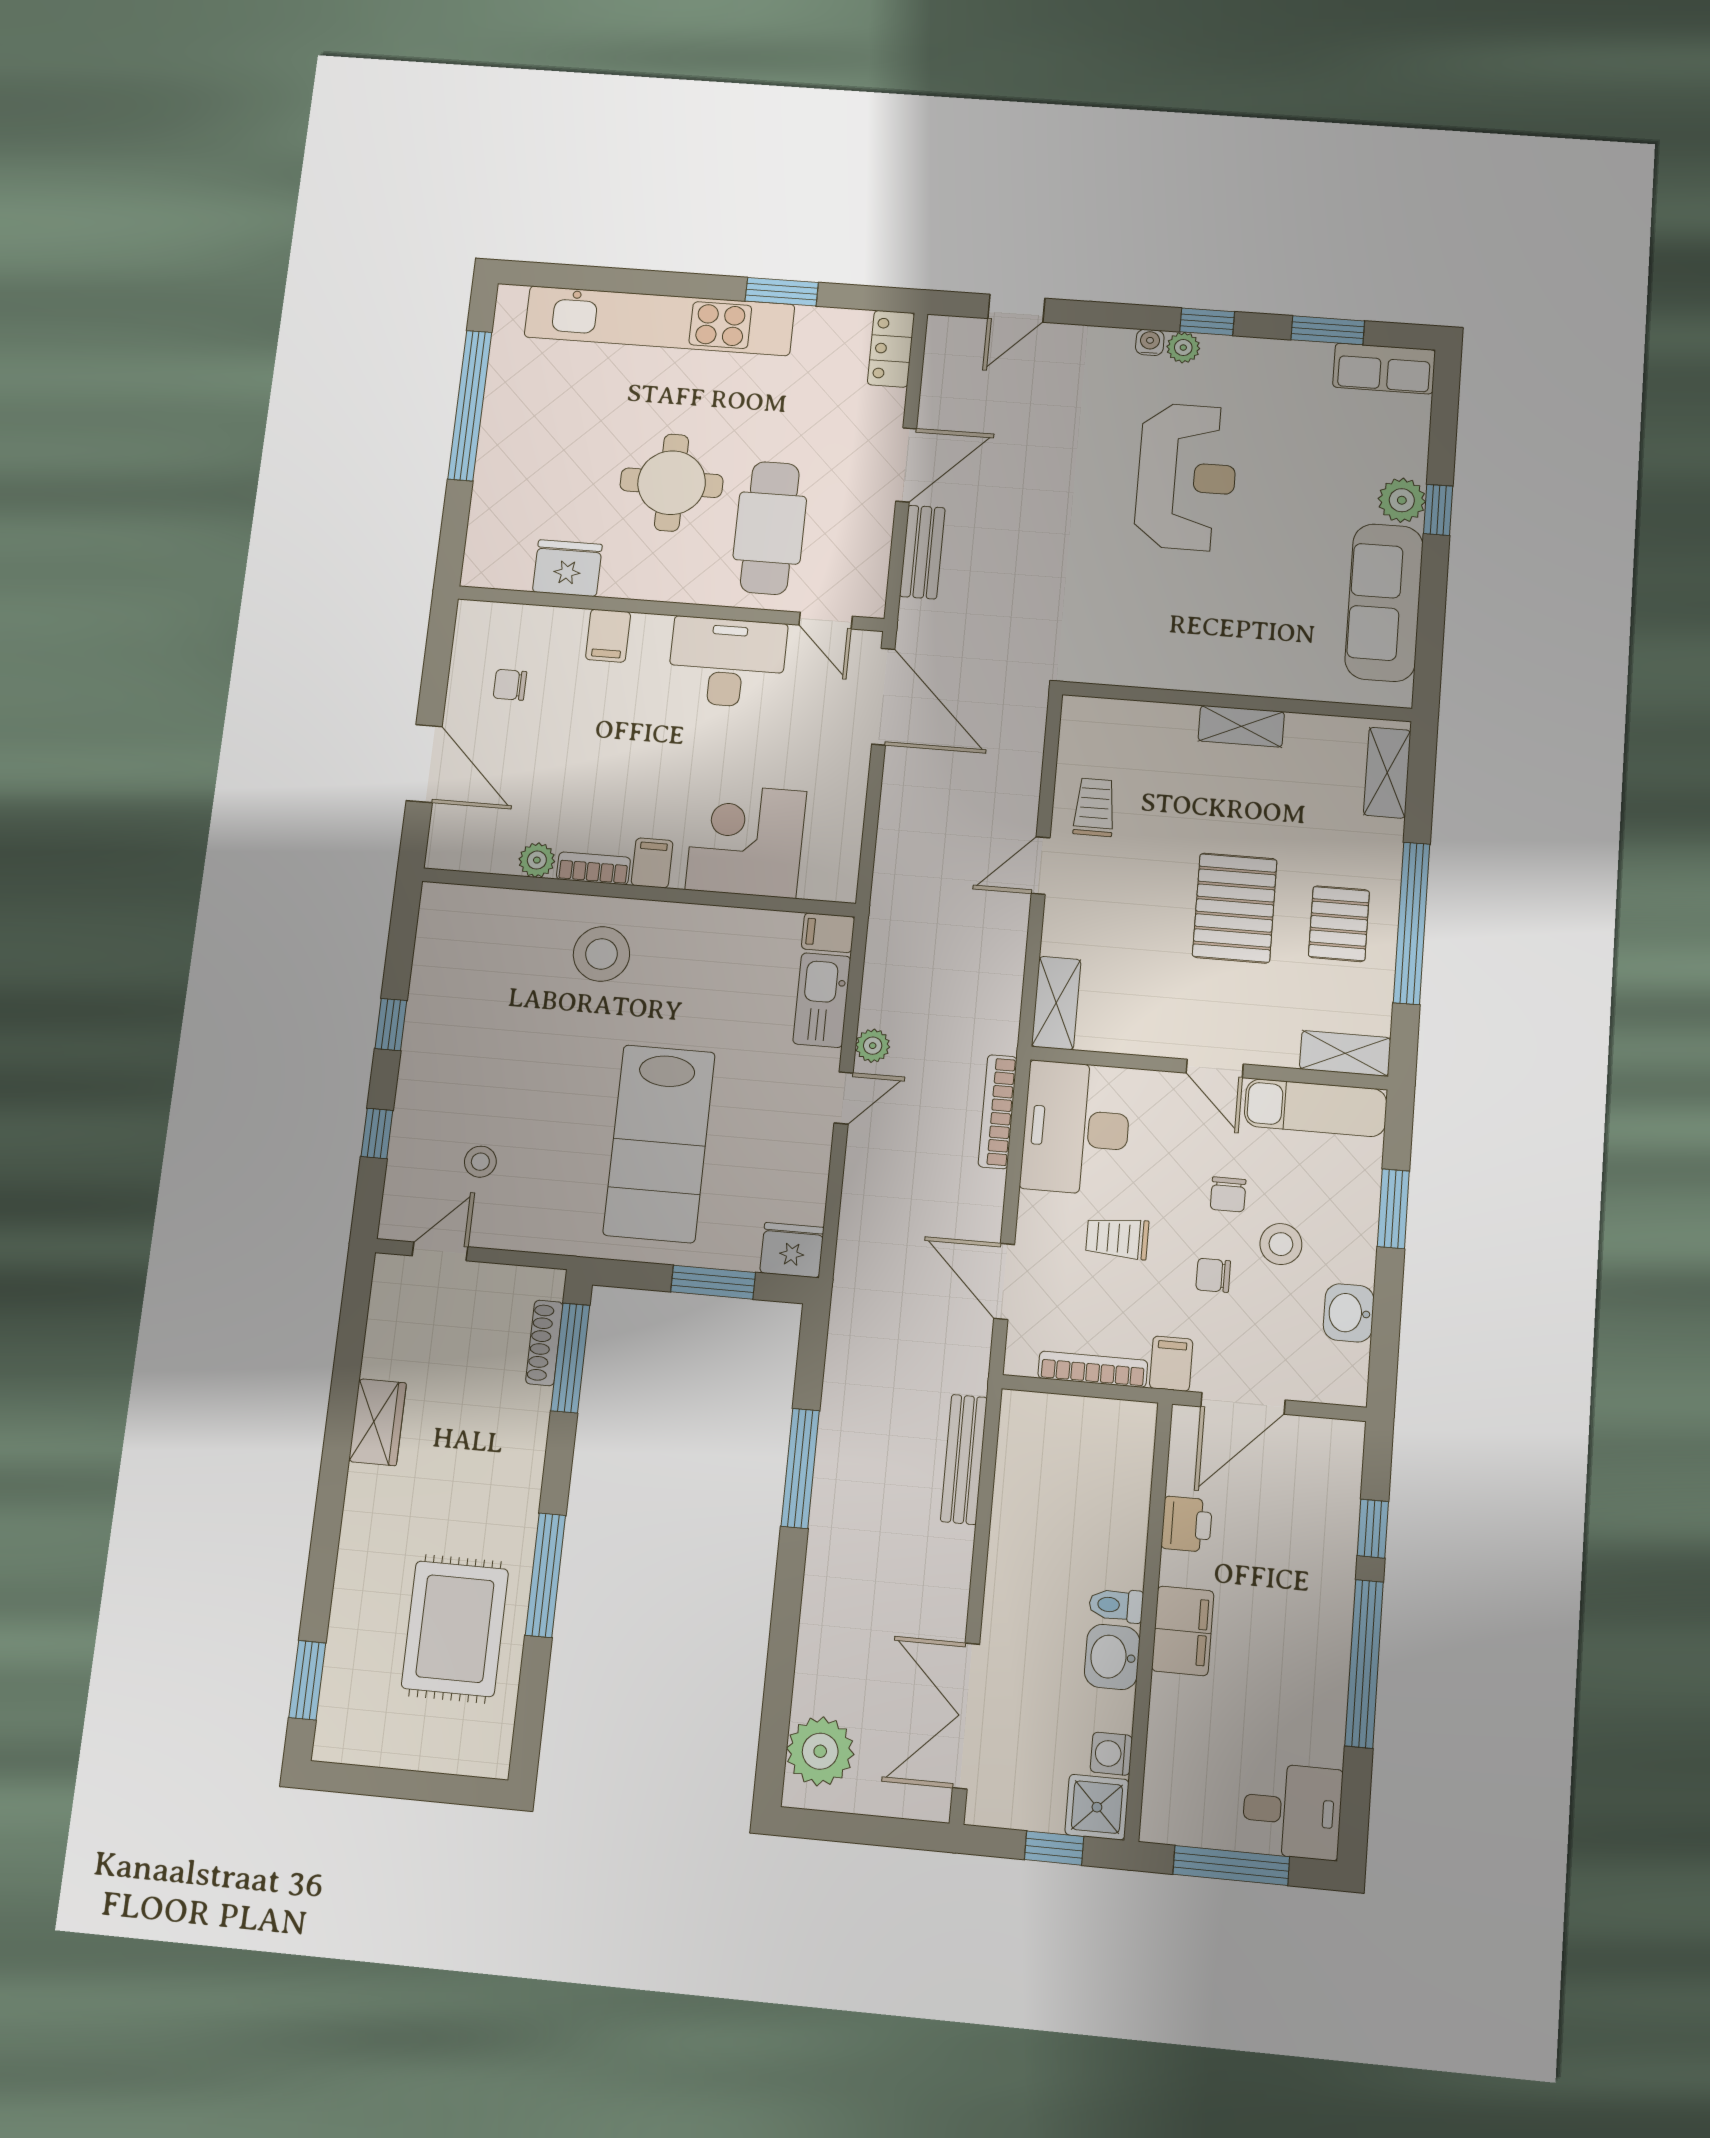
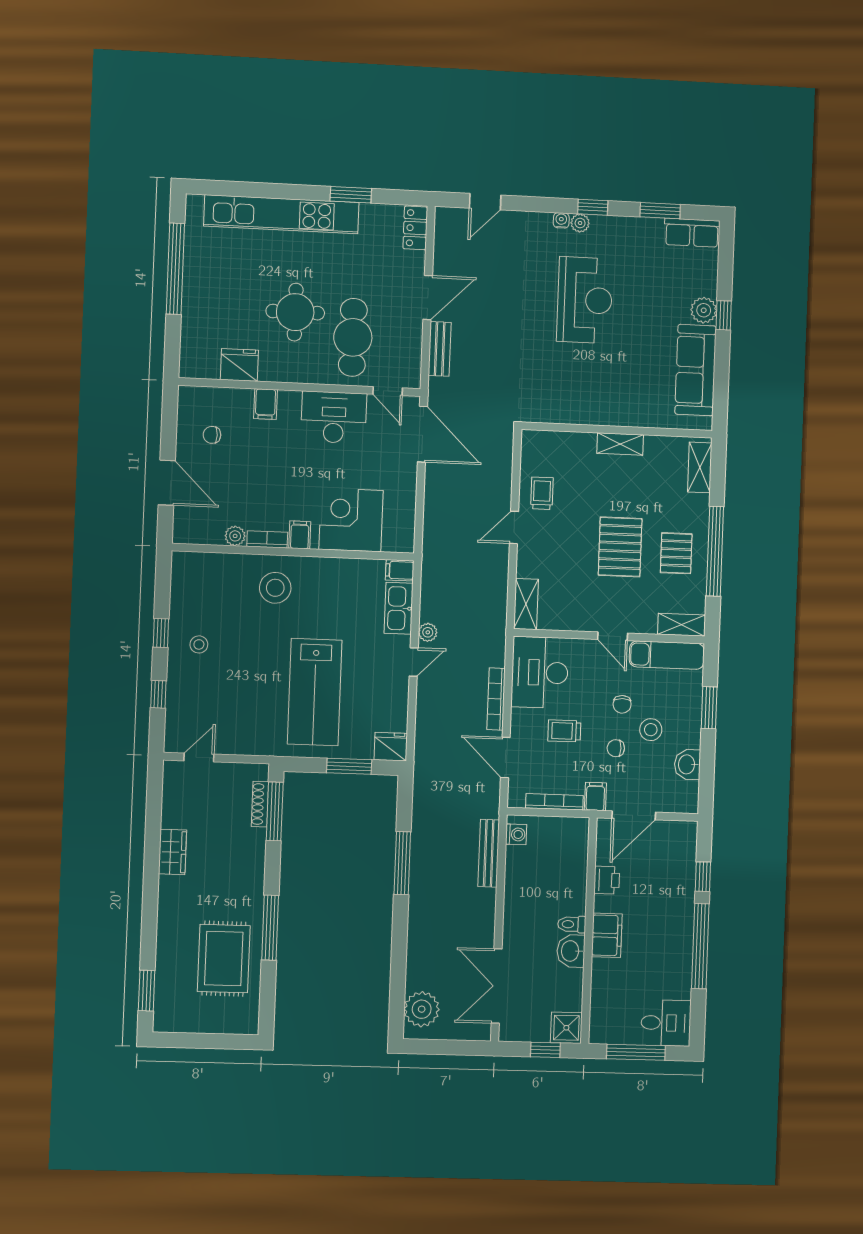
bookcase: (998, 1112) -> (496, 699), moved
stool: (480, 1162) -> (199, 644), moved
washing machine: (1111, 1754) -> (516, 834), moved, turned 180

